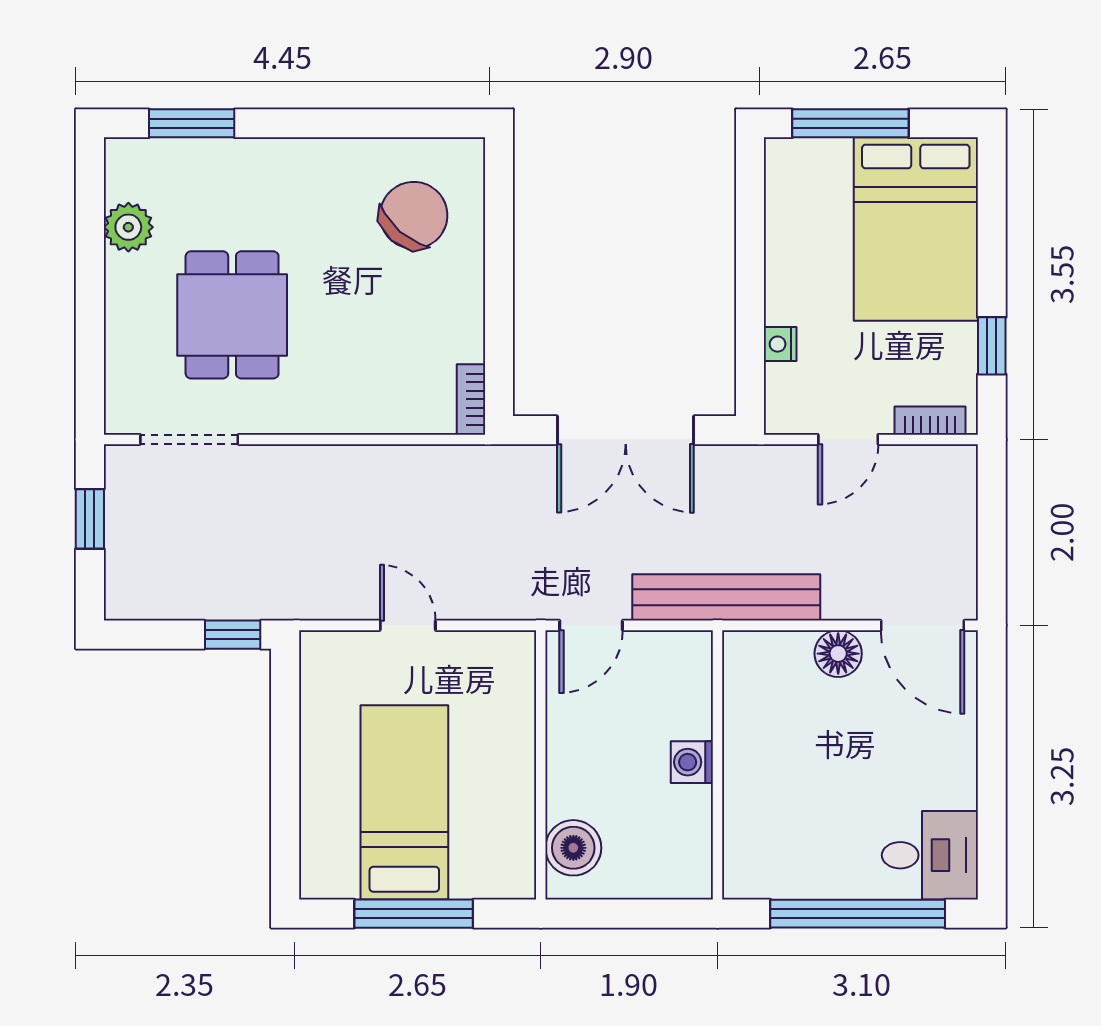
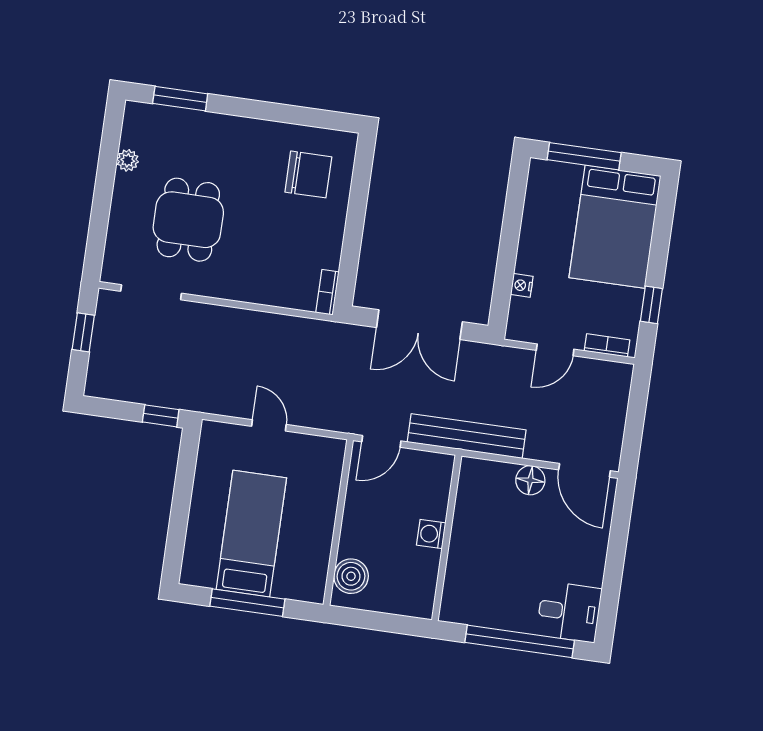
chair: (414, 215) -> (308, 174), turned 49
plant: (128, 227) -> (128, 160), width x0.73, depth x0.73

